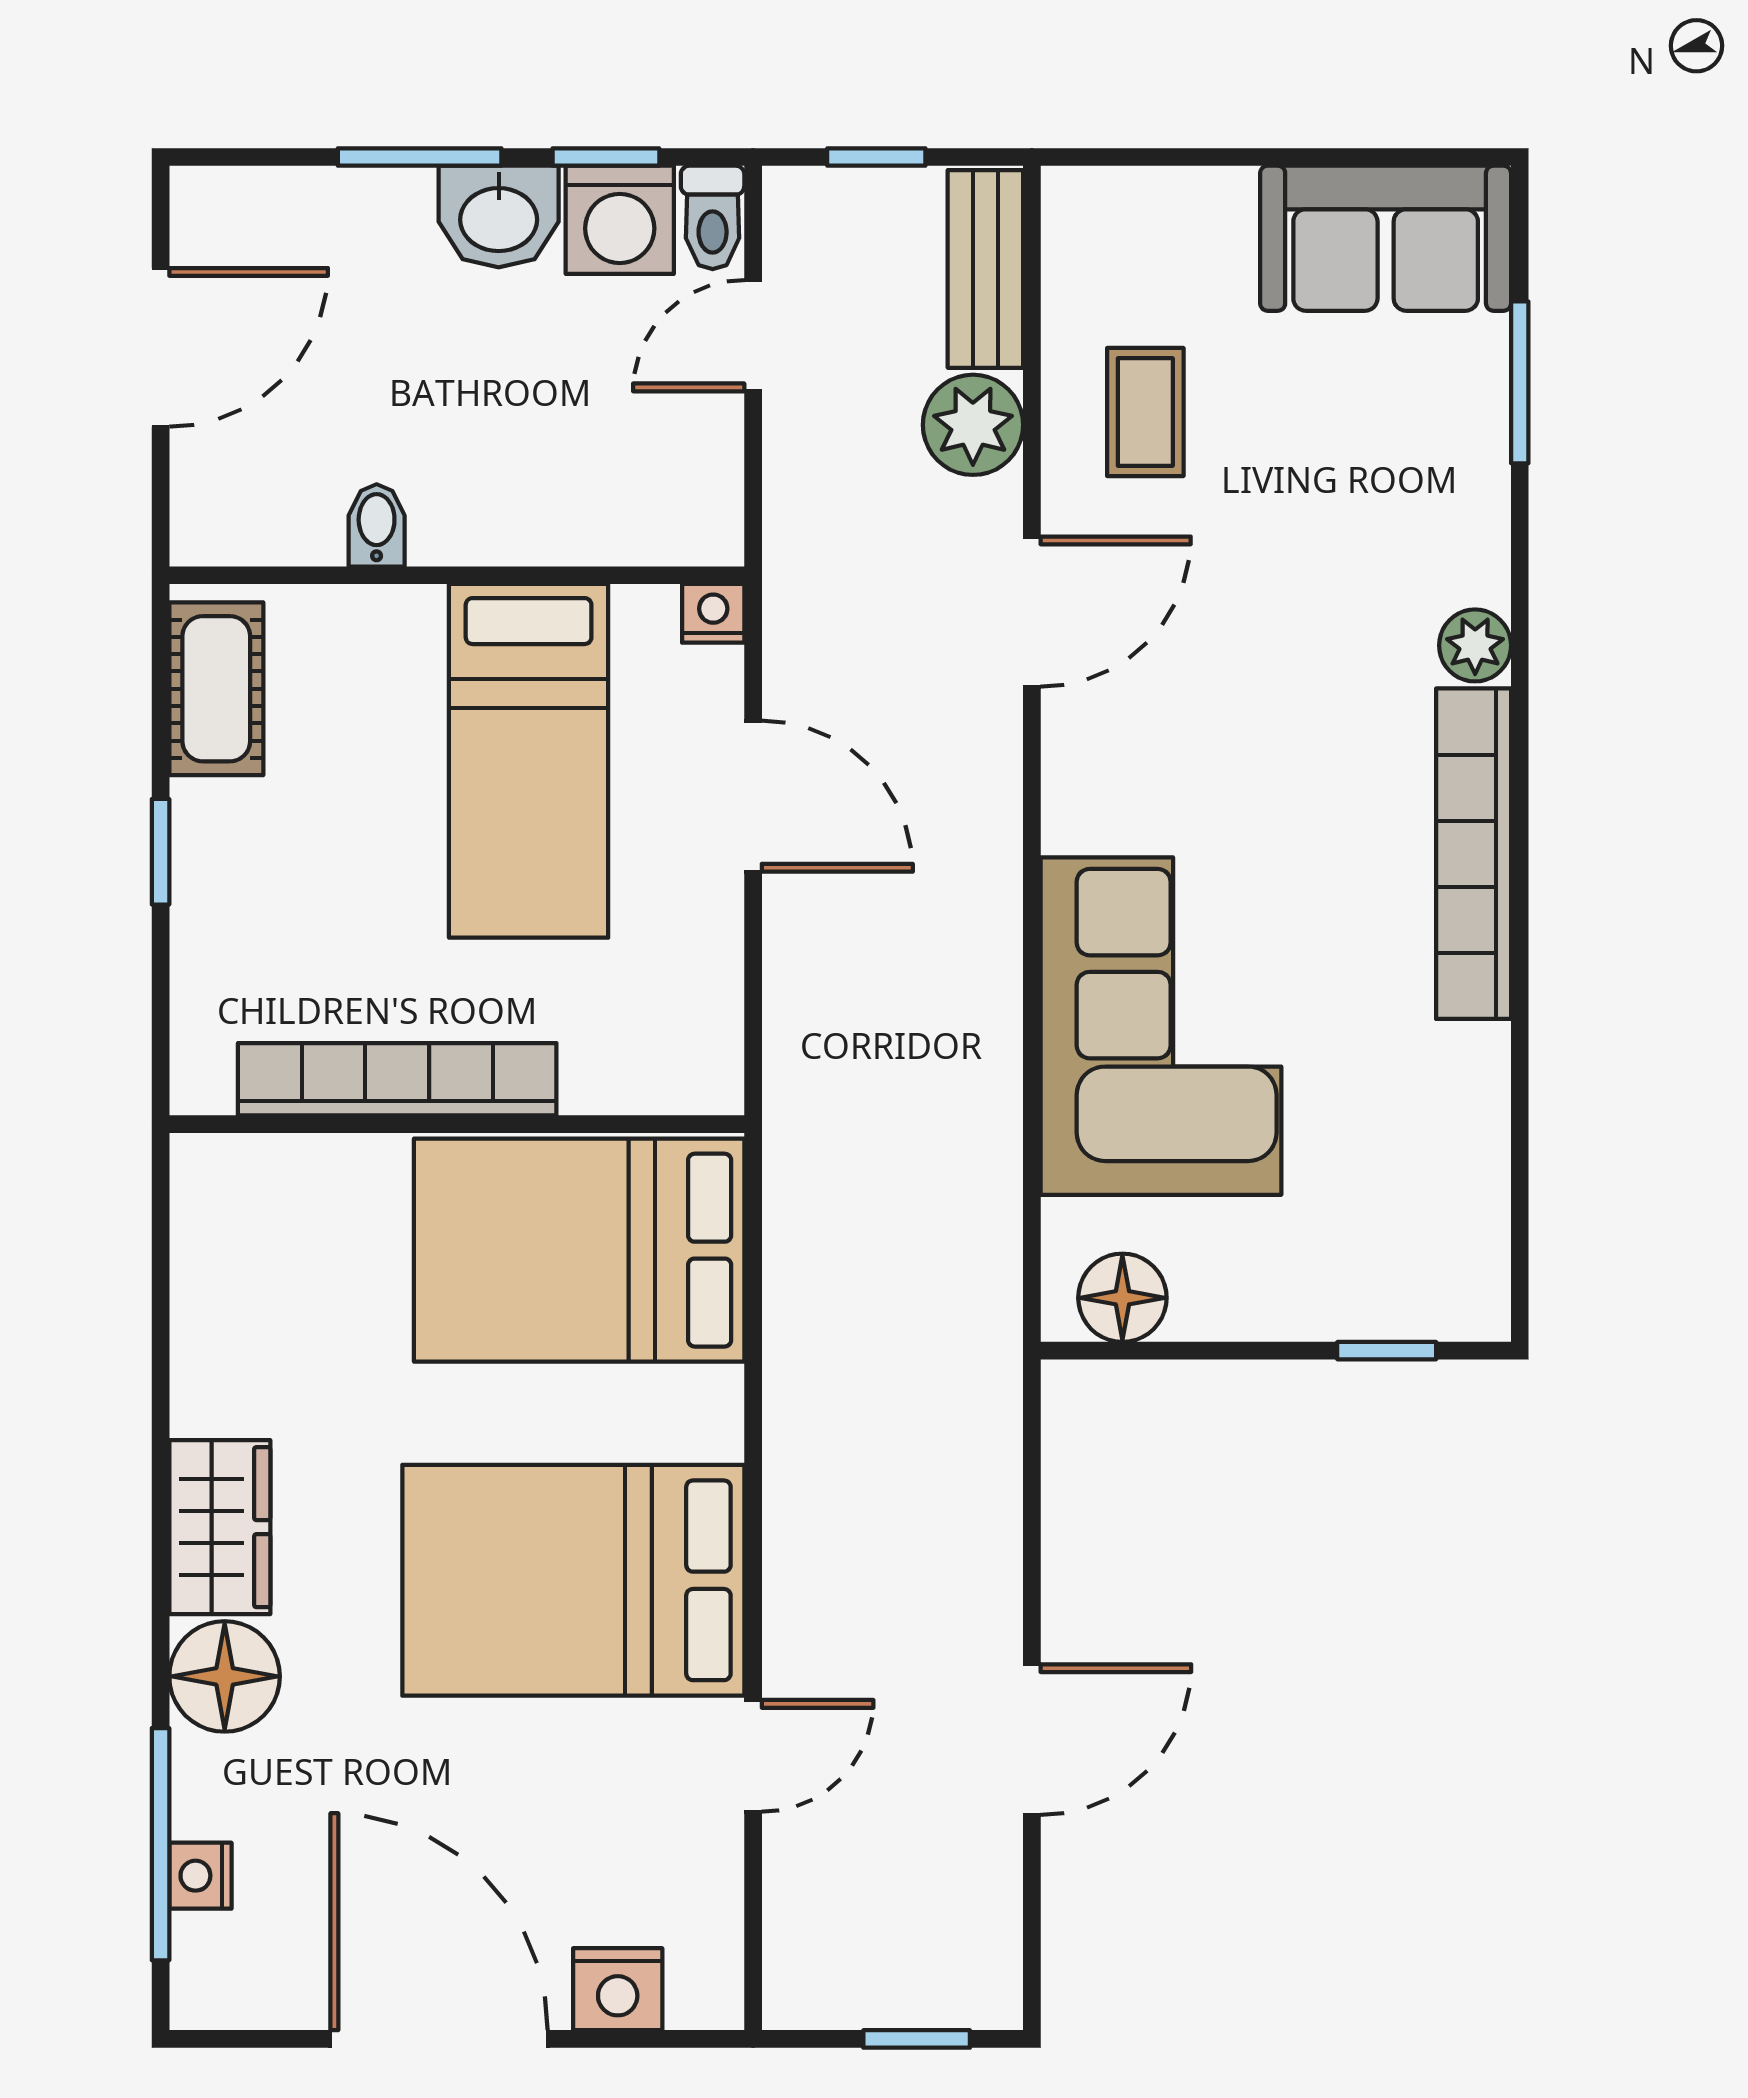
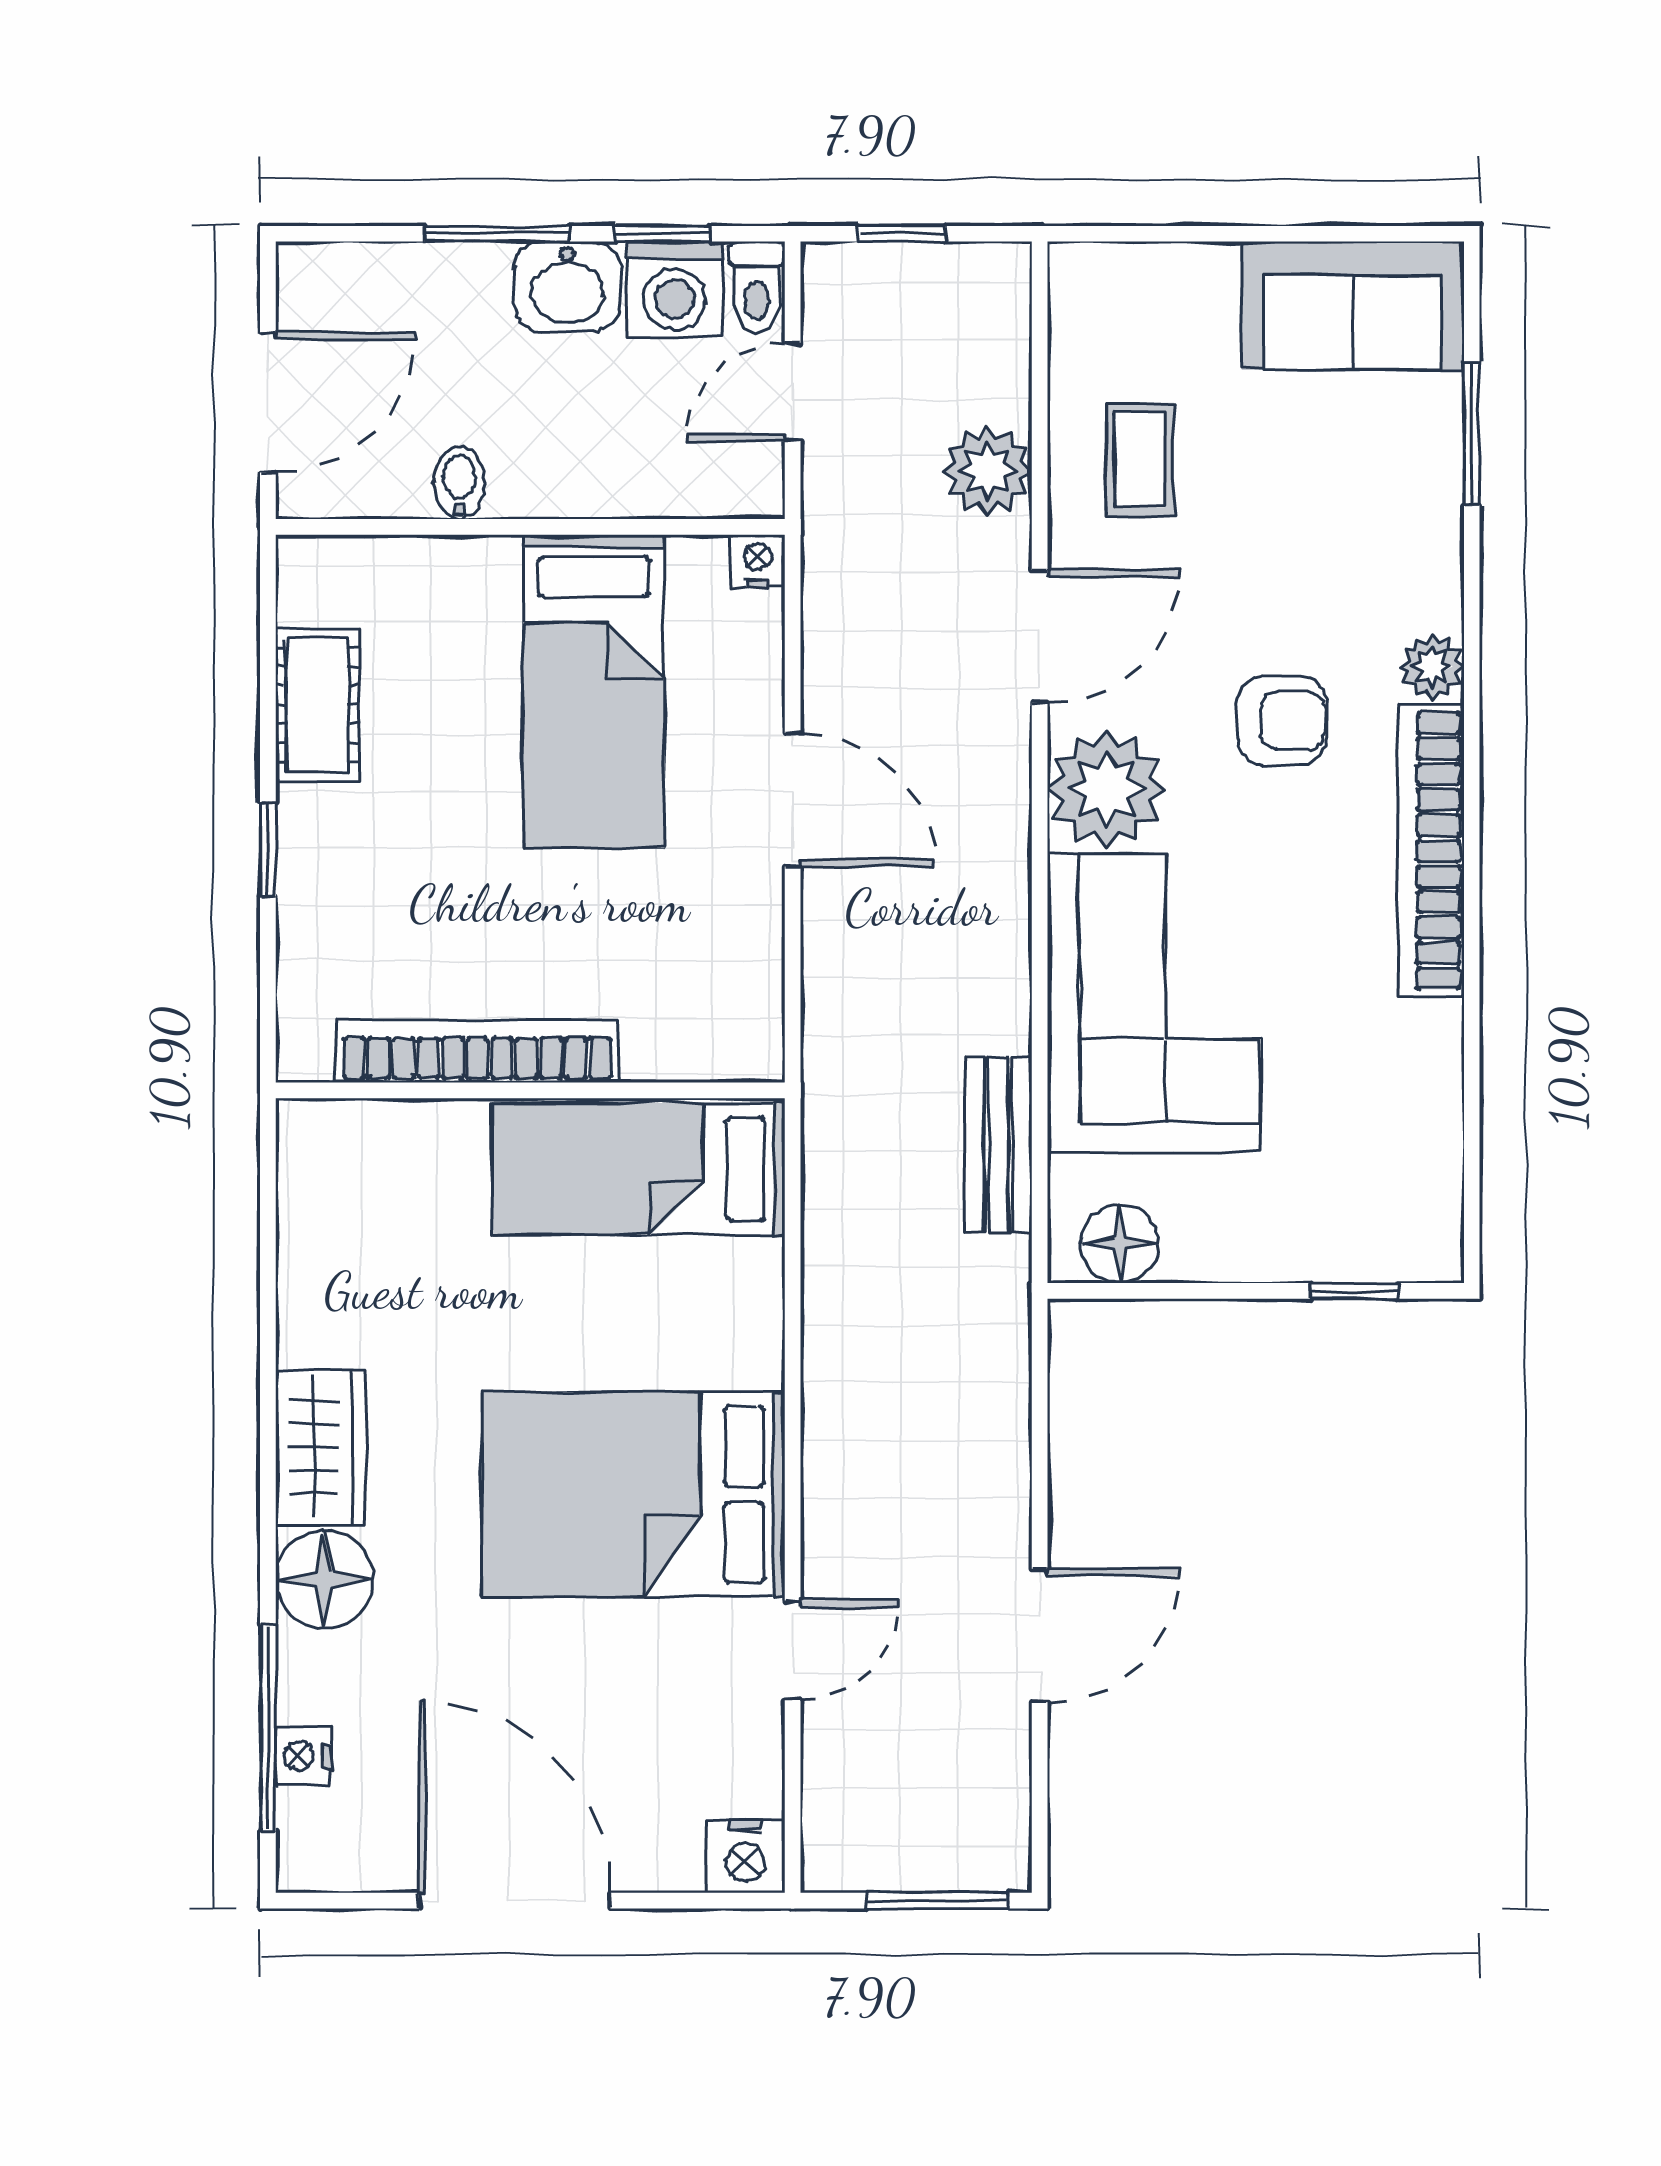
bench: (985, 269) -> (998, 1145), moved
bidet: (377, 525) -> (459, 483), moved
wall: (457, 575) -> (530, 527), moved
nightstand: (713, 613) -> (757, 561), moved
armchair: (1306, 707) -> (1282, 721), added
bed: (529, 761) -> (594, 691), moved
plant: (1107, 784) -> (1106, 789), added
bed: (579, 1250) -> (639, 1169), width x0.67
nightstand: (618, 1989) -> (745, 1857), moved
window: (917, 2039) -> (938, 1901), width x1.50

